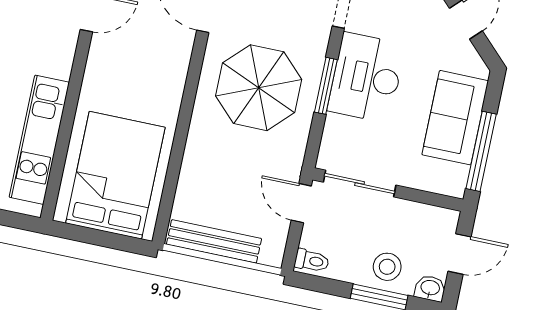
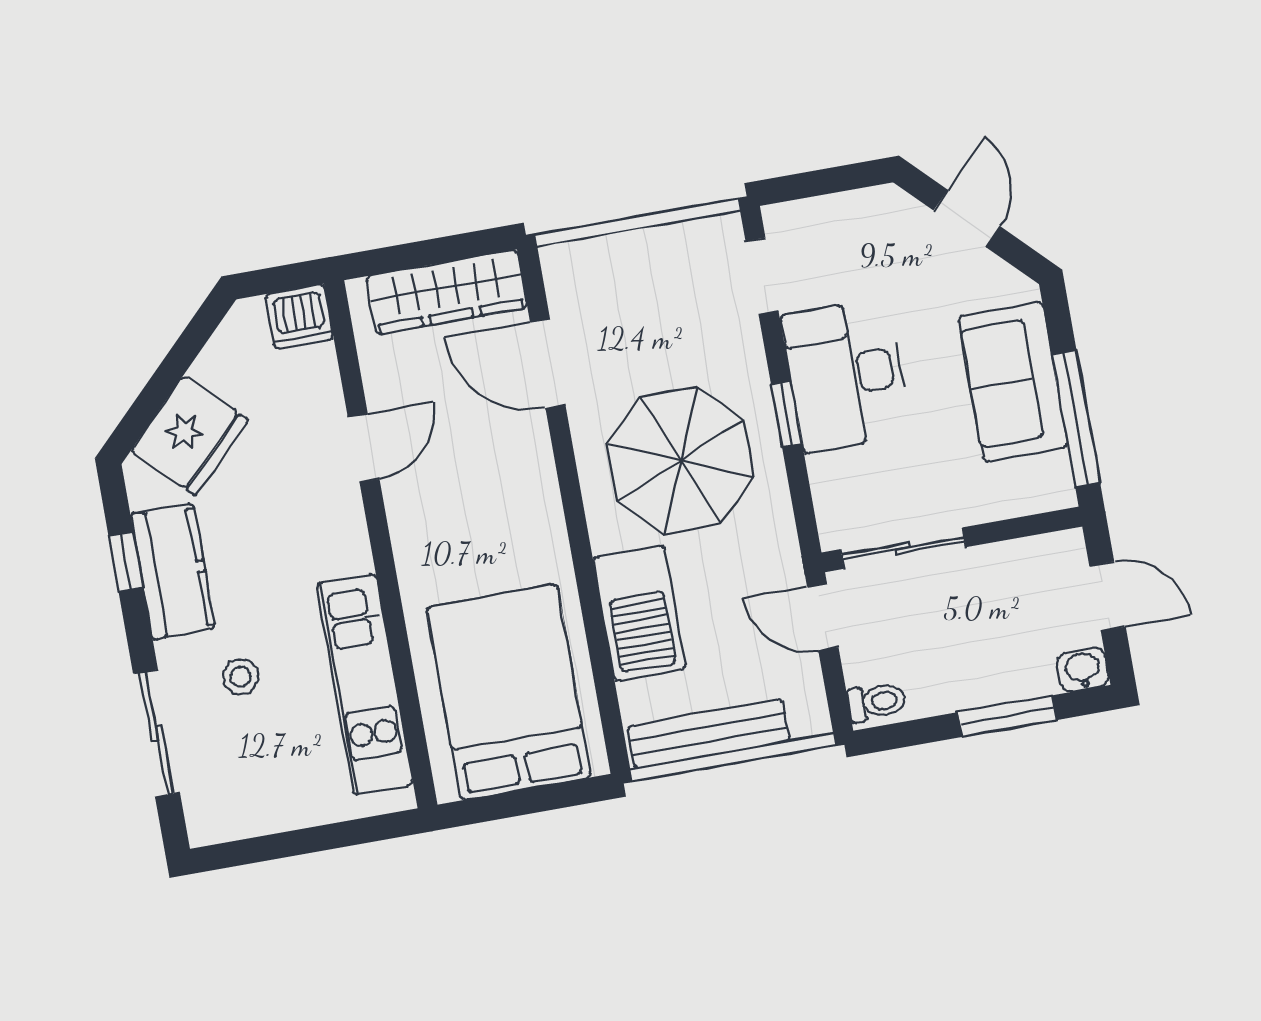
window: (326, 86) -> (787, 414), width x0.67
barbecue: (203, 161) -> (639, 613), added
door: (459, 254) -> (1108, 596), hinge flipped
stool: (387, 267) -> (1001, 663), removed

